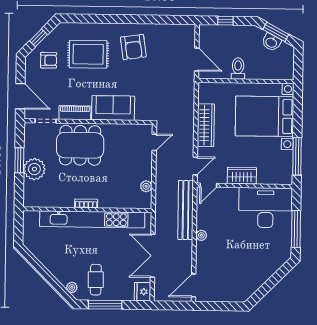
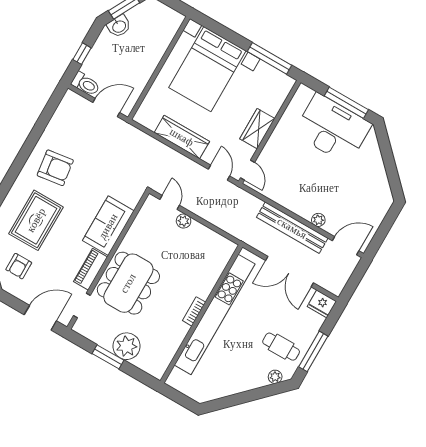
washbasin: (271, 42) -> (119, 26), moved
armchair: (49, 60) -> (19, 266), turned 180
toilet: (238, 69) -> (86, 84), moved, turned 180
plant: (146, 186) -> (184, 221), moved
desk: (265, 208) -> (332, 129), moved, turned 90
bench: (186, 210) -> (292, 228), moved
plant: (201, 235) -> (318, 220), moved
door: (194, 285) -> (346, 246), swing flipped

